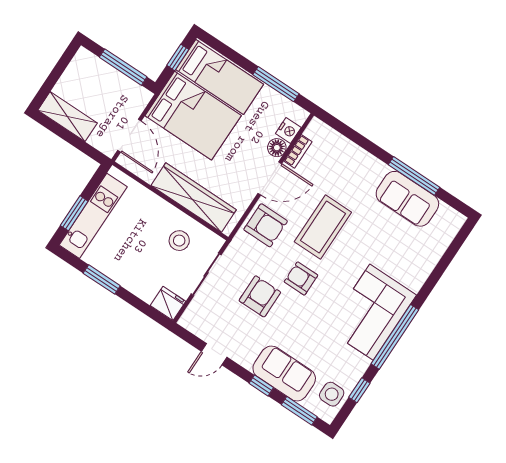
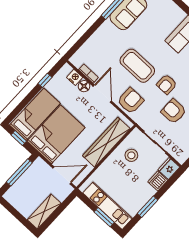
window: (276, 84) -> (45, 80), width x0.46
dishwasher: (145, 289) -> (158, 181), added

